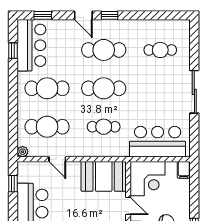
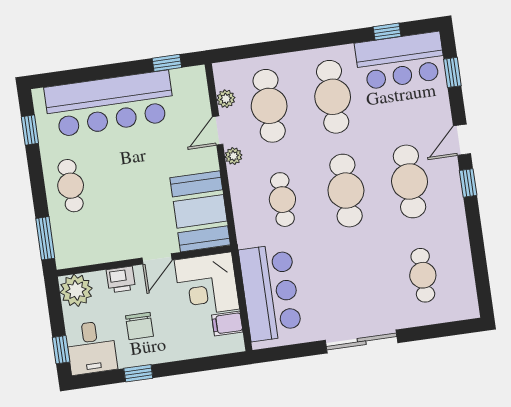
plant: (23, 152) -> (226, 99), moved
plant: (74, 152) -> (233, 156), added
filing cabinet: (184, 170) -> (227, 323), moved

